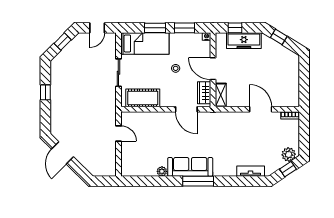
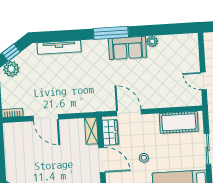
sofa: (190, 167) -> (127, 48), width x0.73
tv unit: (251, 171) -> (59, 47), width x1.41

